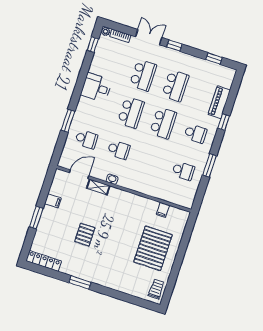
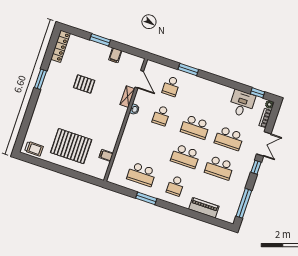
window: (214, 58) -> (244, 203), width x2.17
desk: (96, 88) -> (242, 104), moved
window: (224, 122) -> (186, 212), removed
school desk: (183, 171) -> (142, 174), width x1.85

